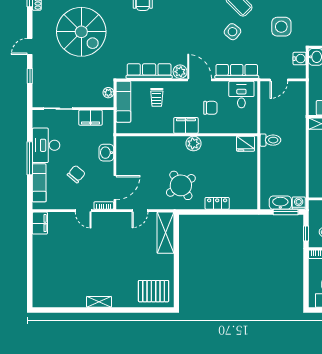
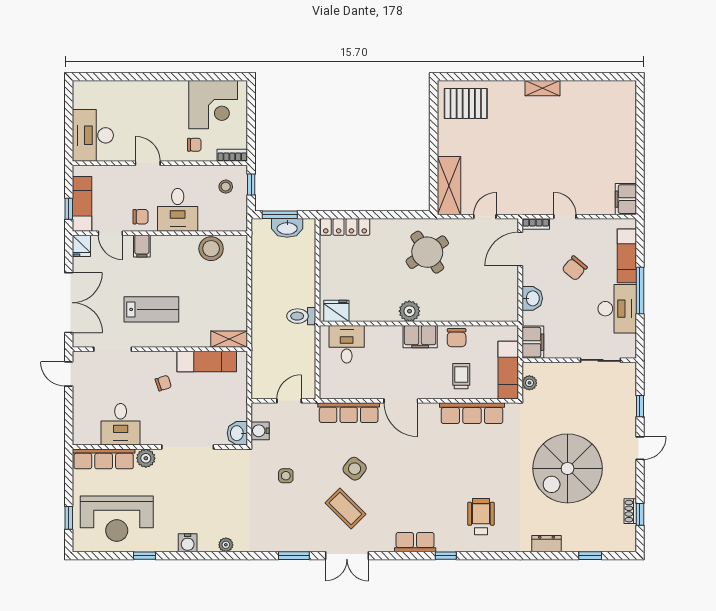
side table: (281, 27) -> (286, 476), width x0.54, depth x0.54
spiral stairs: (81, 32) -> (568, 468), turned -90
plant: (180, 72) -> (428, 412), removed
desk: (241, 95) -> (347, 344), moved, turned 180
chair: (210, 108) -> (457, 338), moved, turned -90
filing cabinet: (90, 118) -> (533, 342), moved, turned 90
locker: (217, 203) -> (345, 227), moved, width x1.53
washing machine: (299, 203) -> (261, 227), removed

